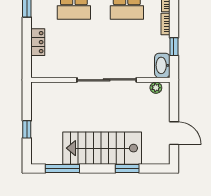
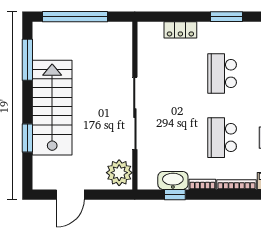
washbasin: (162, 65) -> (173, 180), moved
plant: (156, 88) -> (119, 173), width x1.88, depth x1.88
window: (27, 129) -> (75, 17), width x3.17

